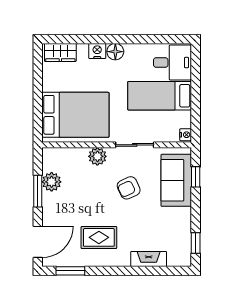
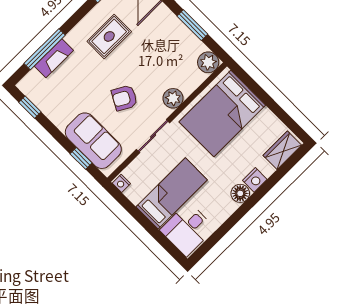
plant: (52, 182) -> (208, 62), moved
armchair: (129, 188) -> (124, 98), turned -126
window: (149, 271) -> (45, 49), added

